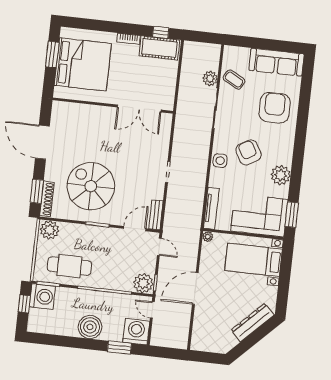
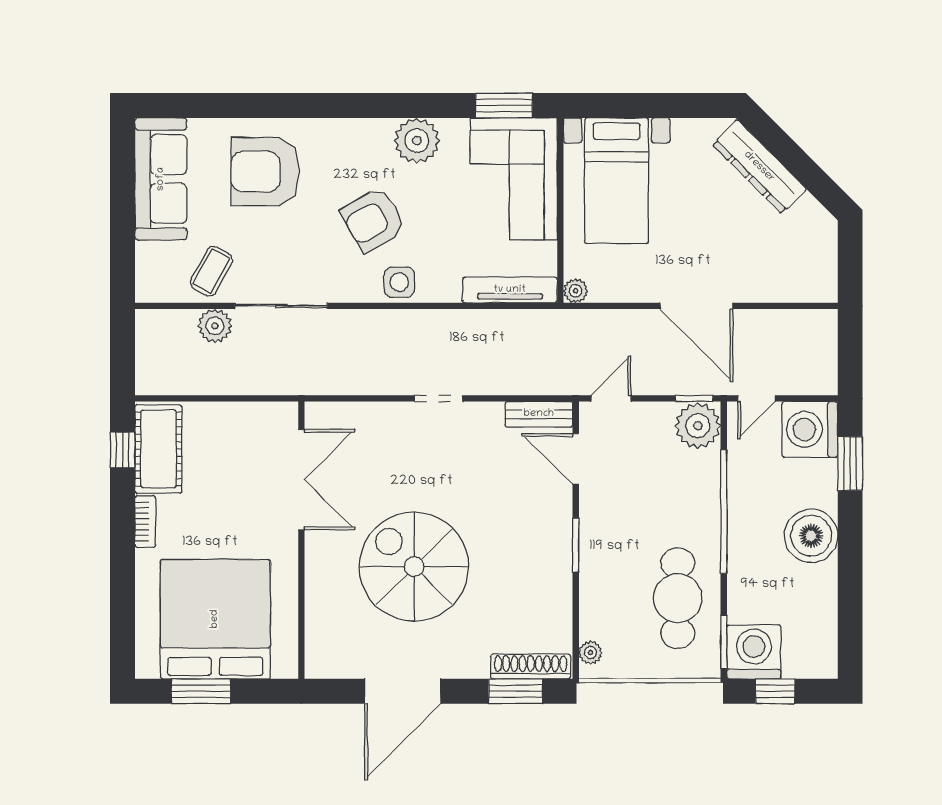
spiral stairs: (91, 186) -> (414, 567), moved, turned 90
plant: (50, 230) -> (590, 653), width x0.53, depth x0.53

